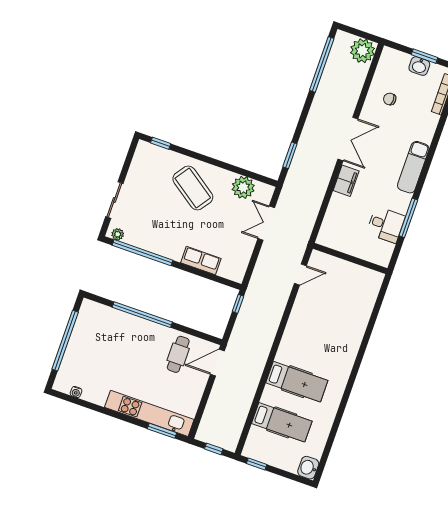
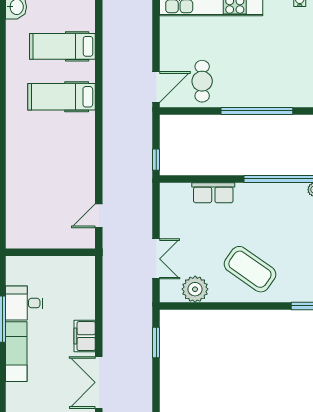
exam couch: (413, 167) -> (16, 352), moved

